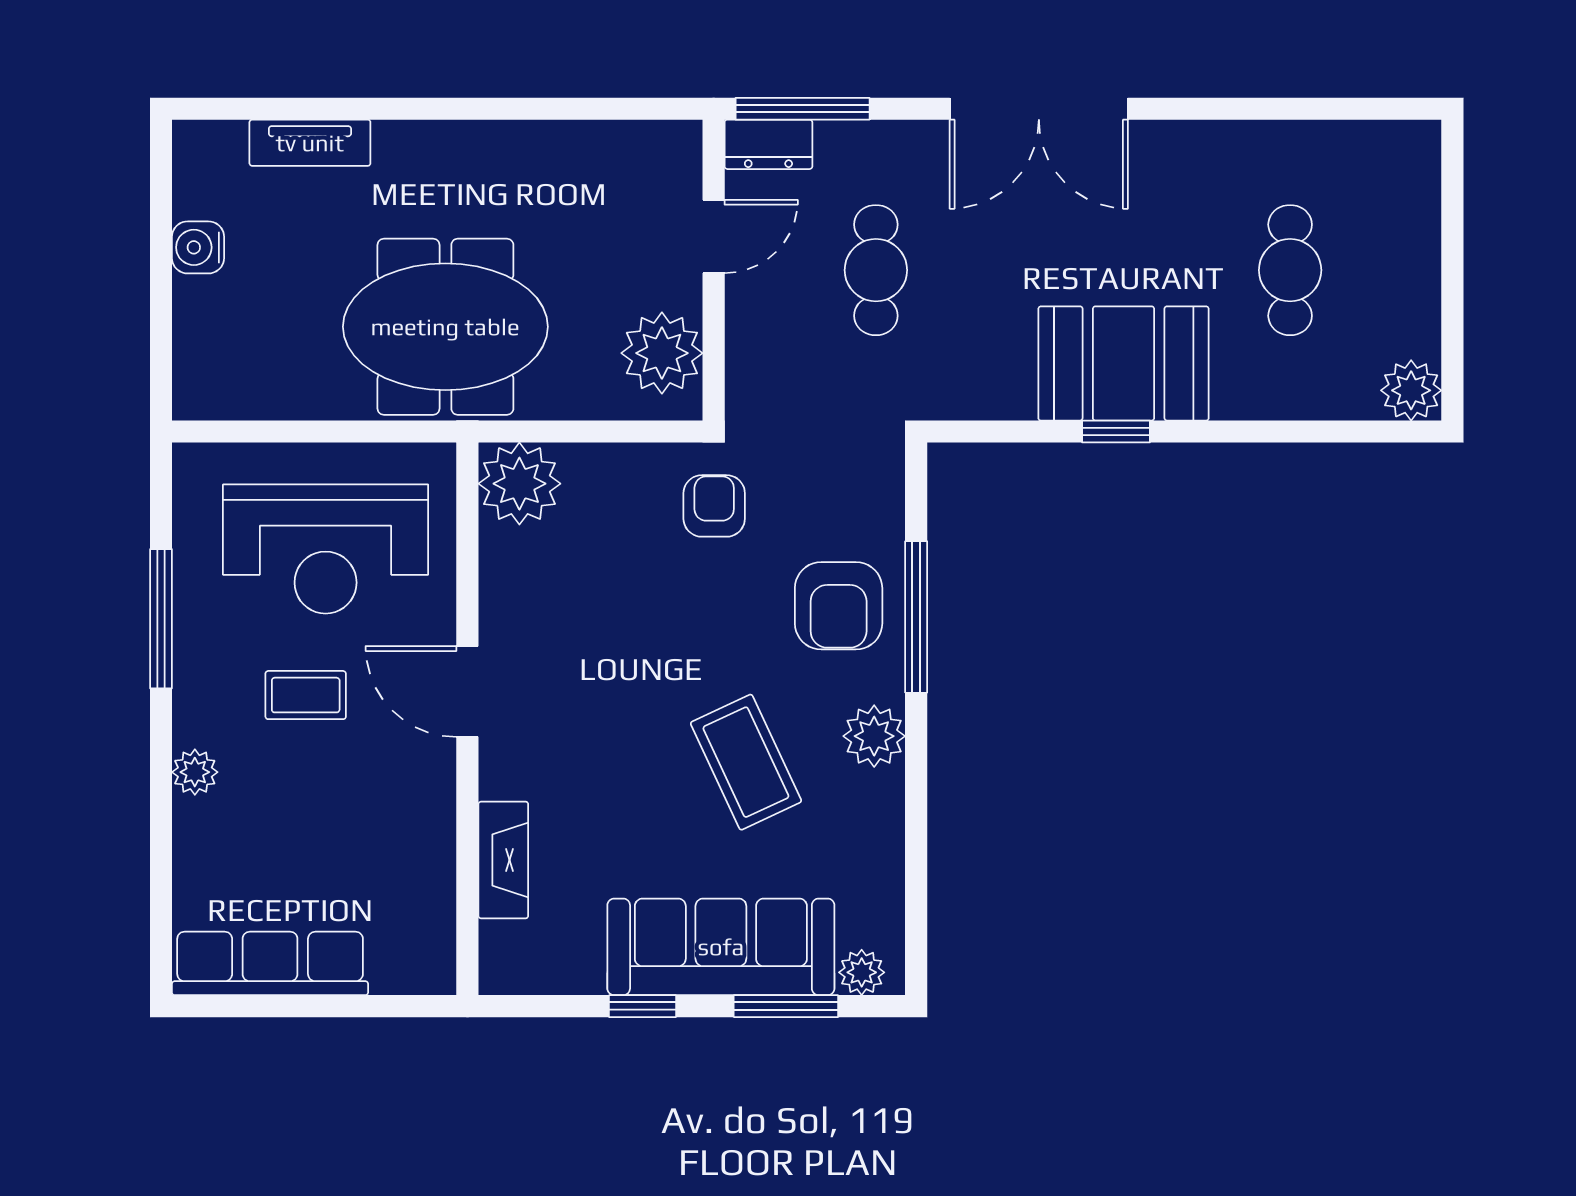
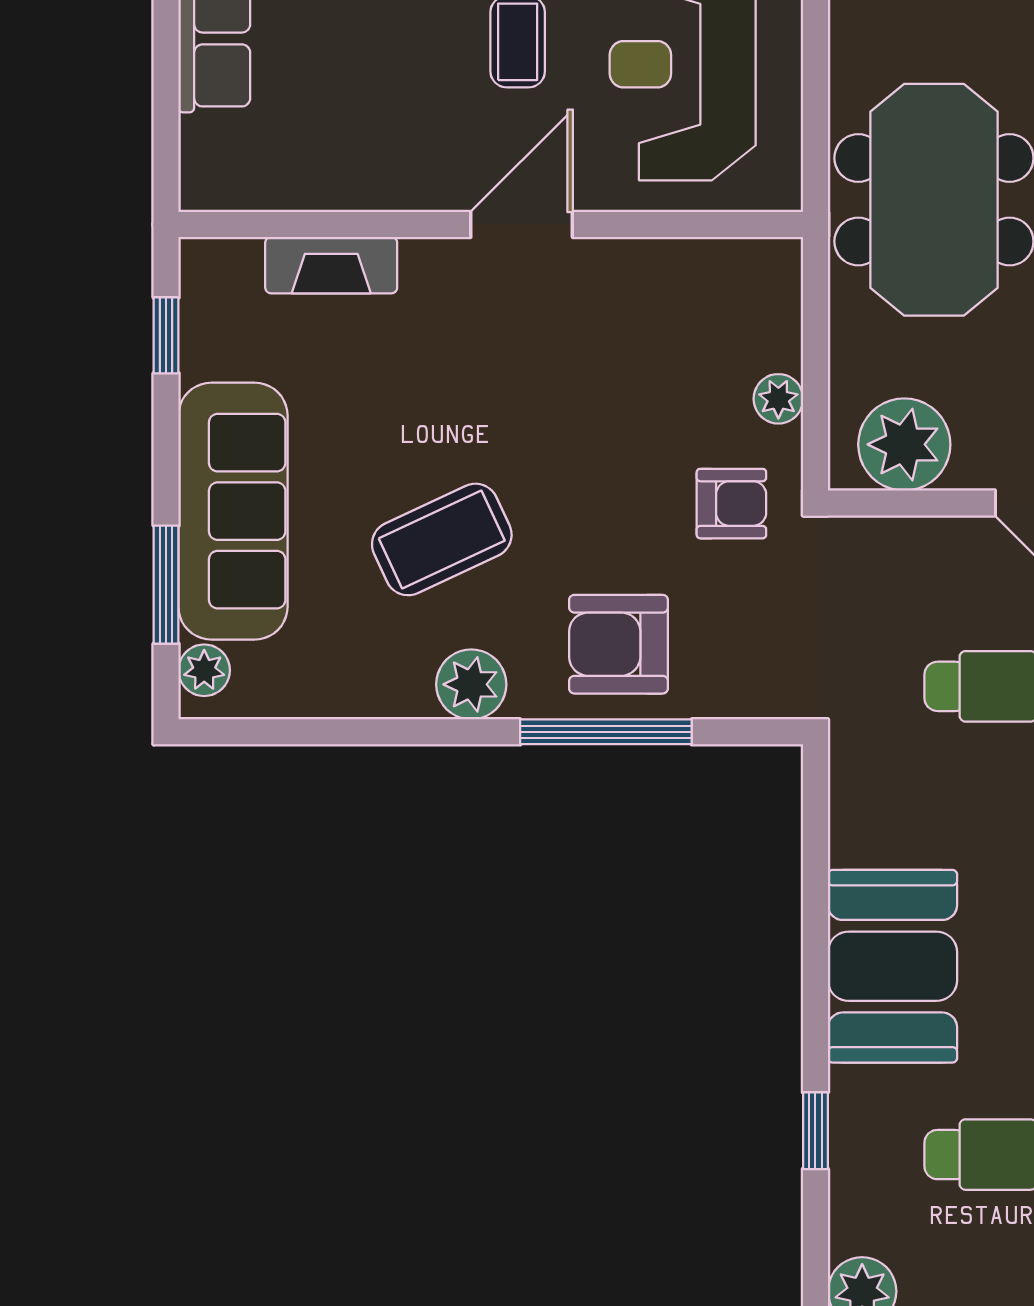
window: (1116, 432) -> (815, 1131), moved
plant: (519, 484) -> (778, 399), moved, width x0.53, depth x0.53
window: (642, 1006) -> (166, 335), moved

